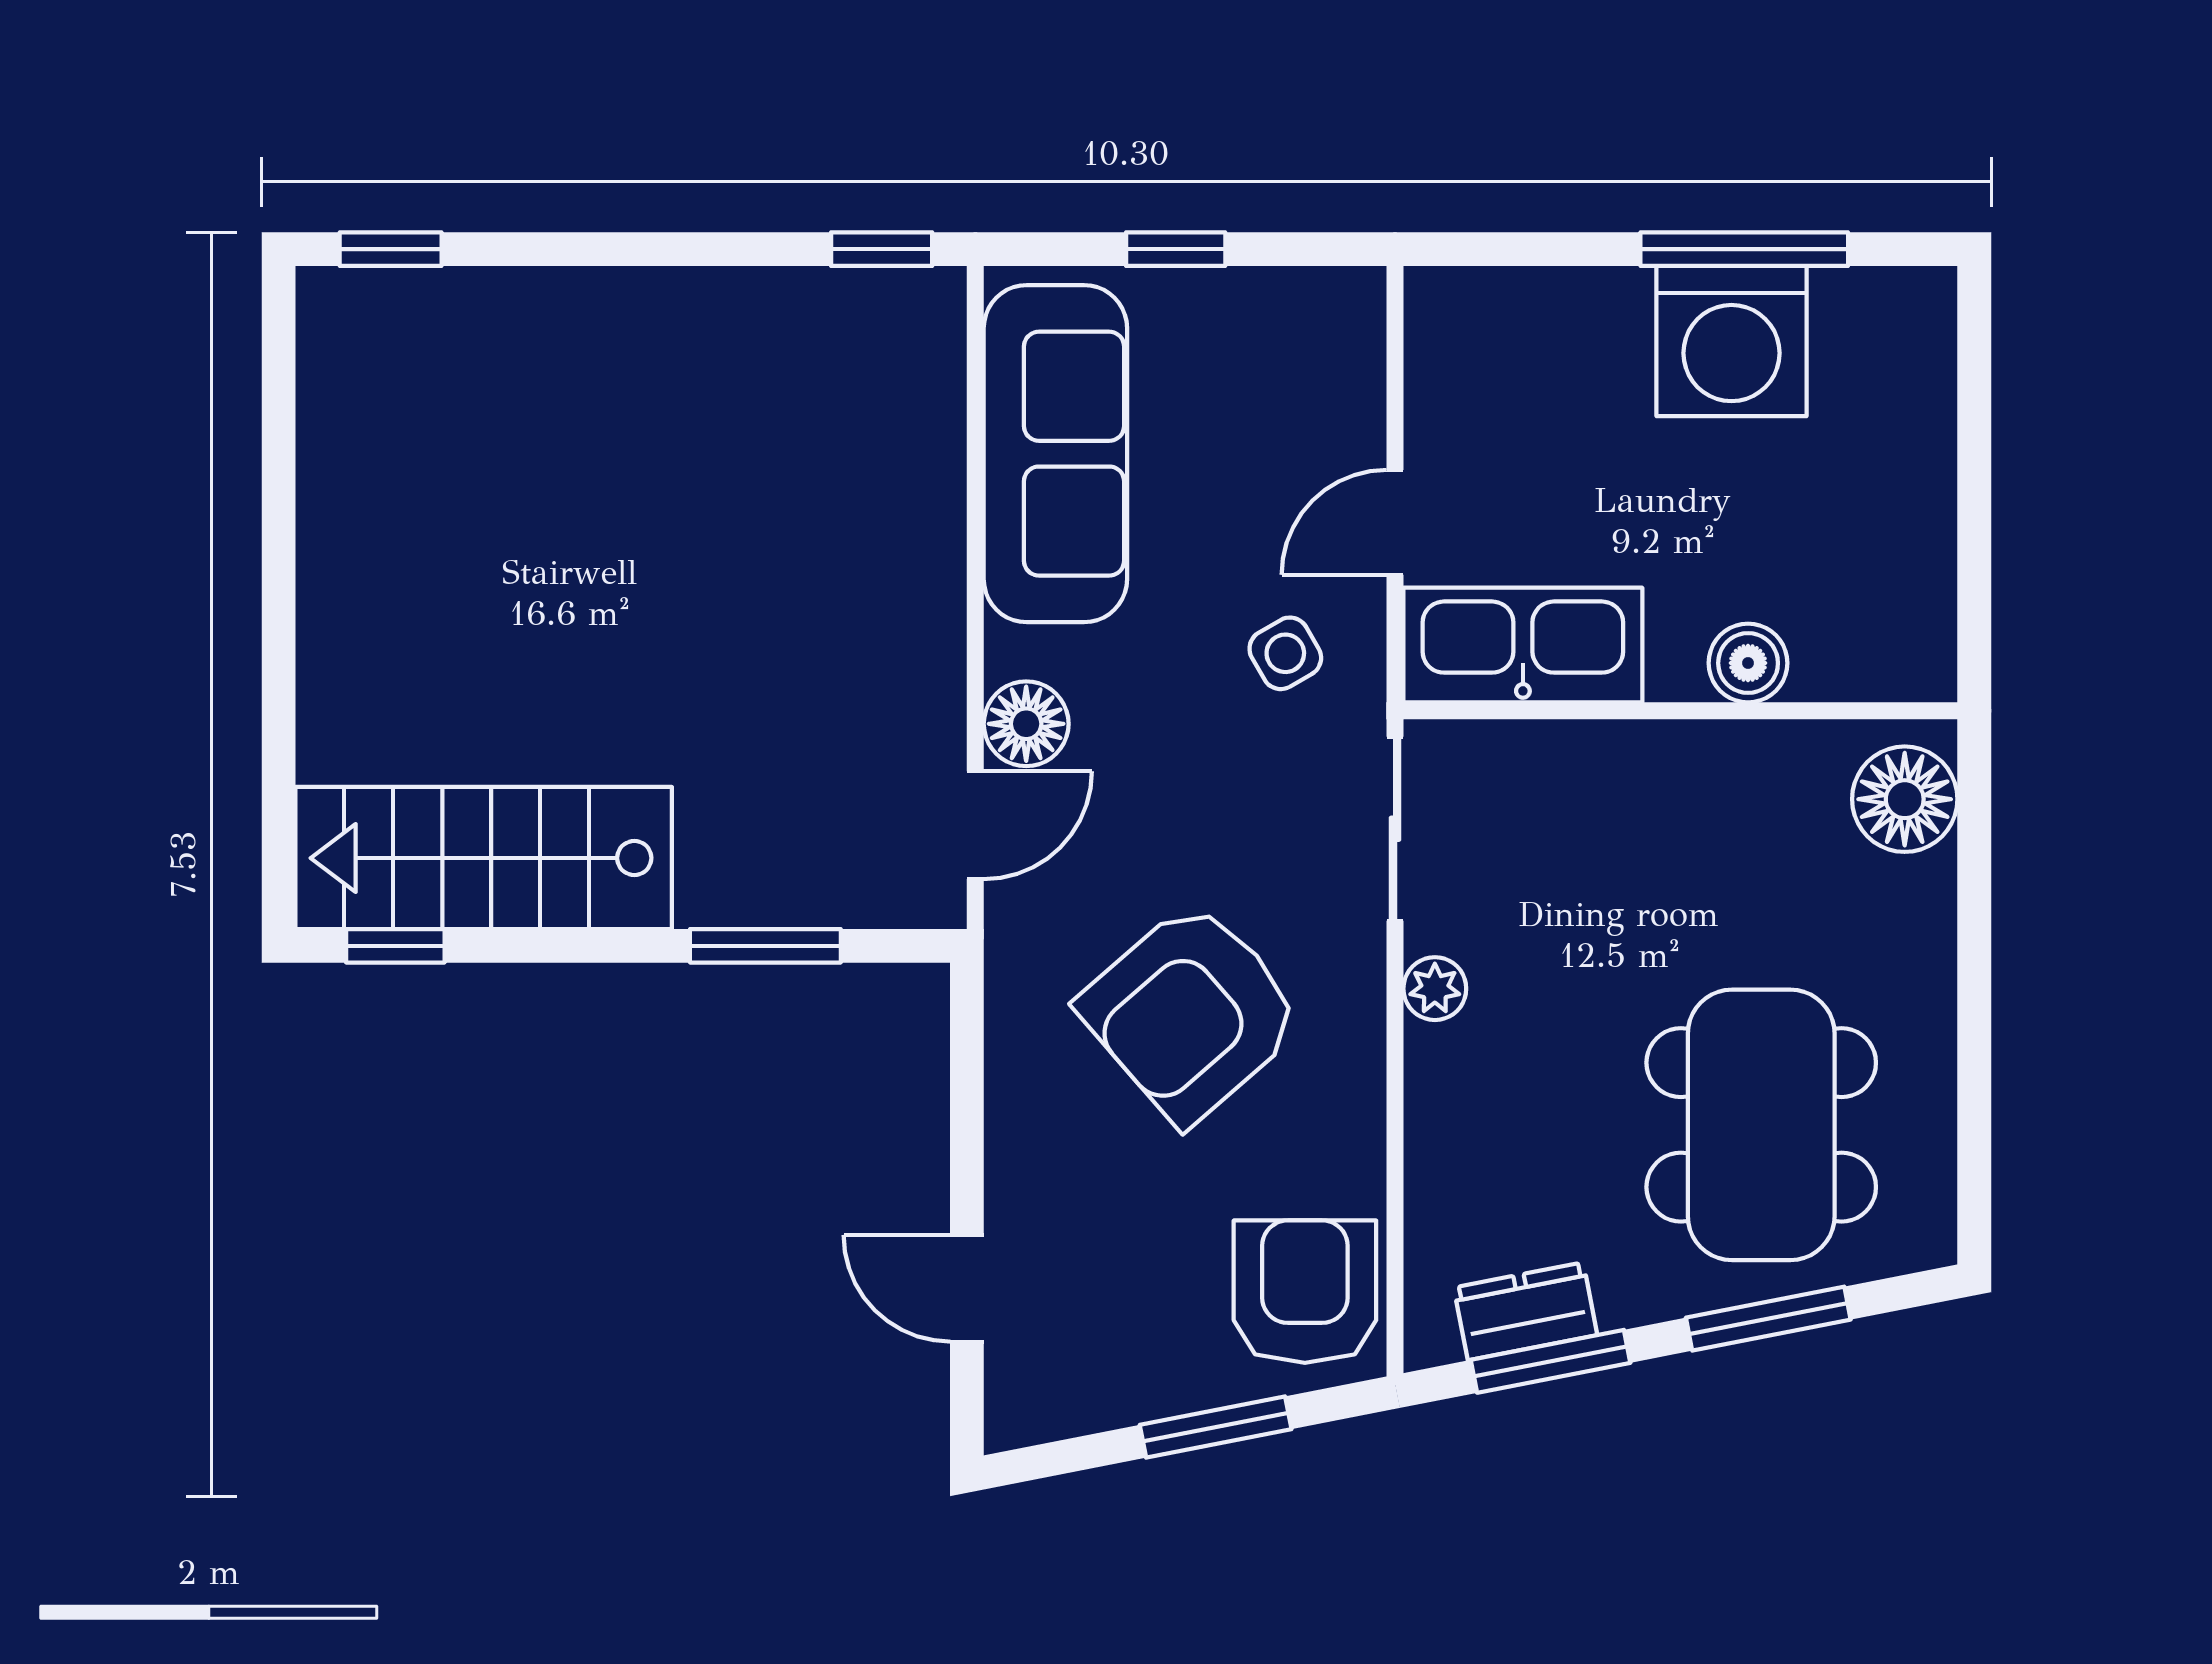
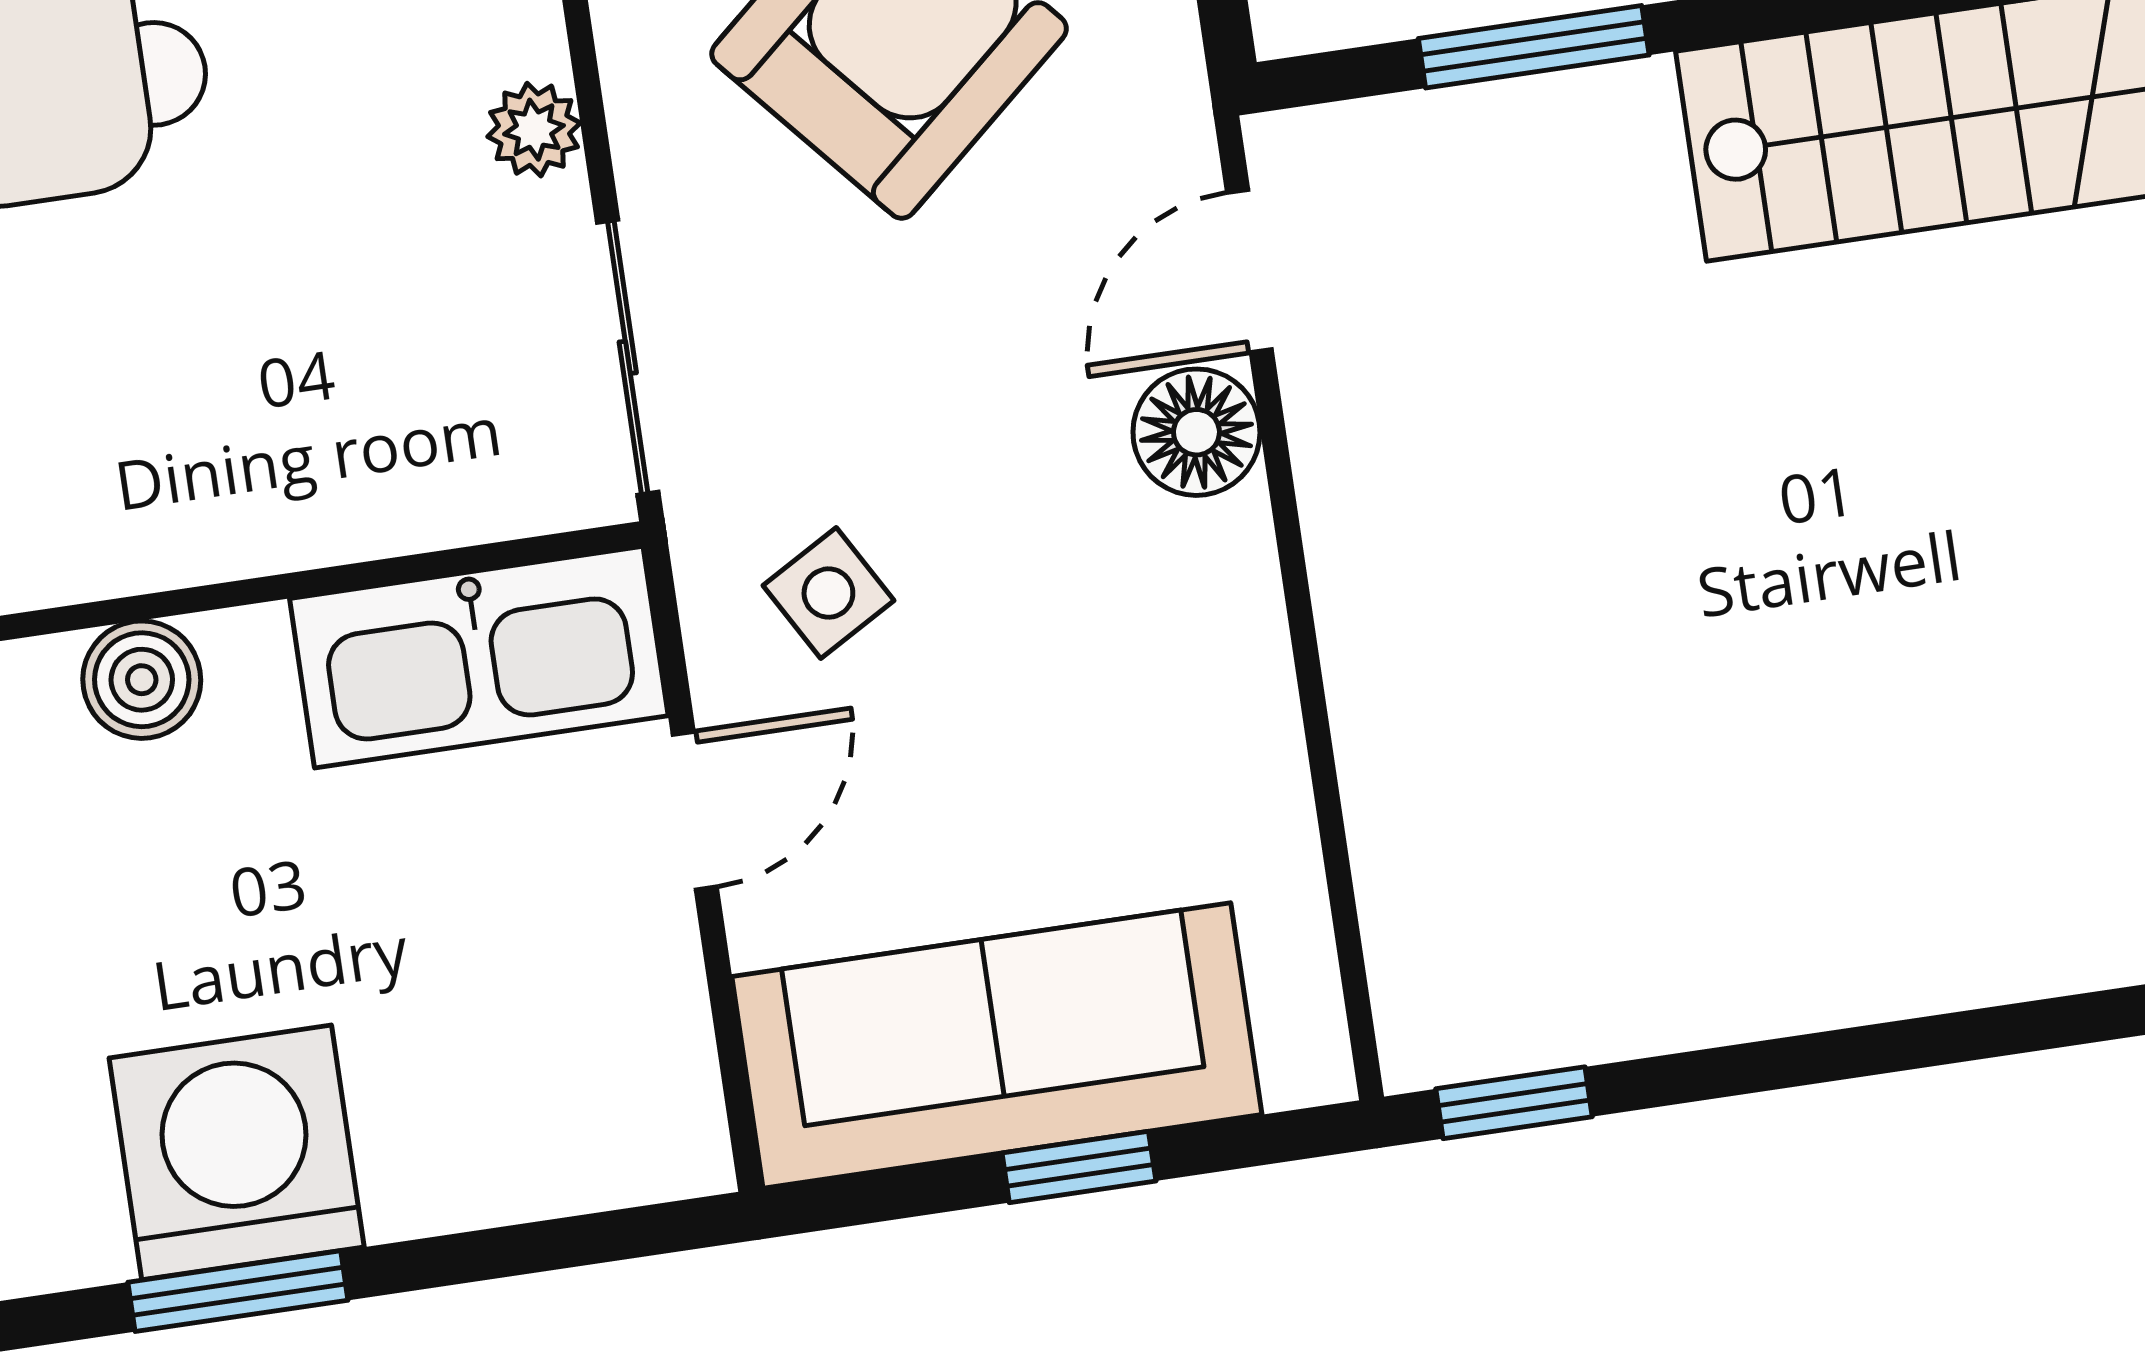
window: (1744, 249) -> (238, 1291), width x0.69
sofa: (1055, 454) -> (997, 1045), moved, turned 90

